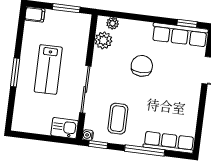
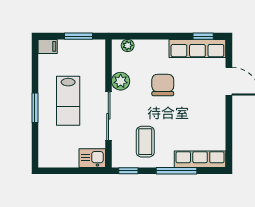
plant: (103, 40) -> (121, 81), moved
water cooler: (88, 135) -> (117, 162), removed

